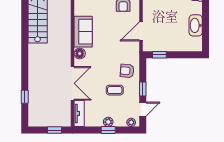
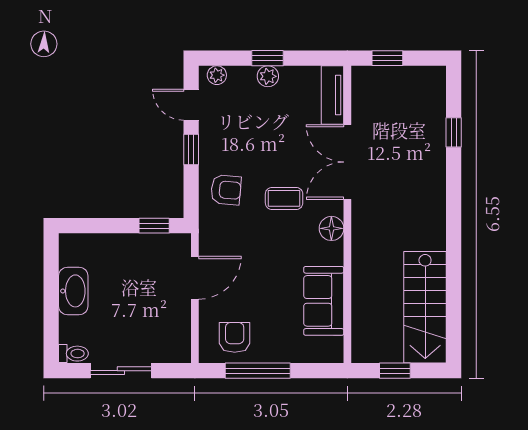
sofa: (83, 32) -> (324, 301), moved
coffee table: (115, 90) -> (284, 198), moved
door: (143, 109) -> (191, 105), hinge flipped

